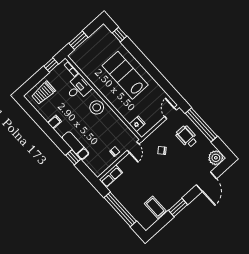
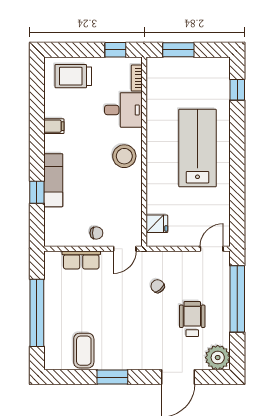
wheelchair: (187, 137) -> (192, 319), moved
row of seats: (111, 176) -> (81, 260), moved

